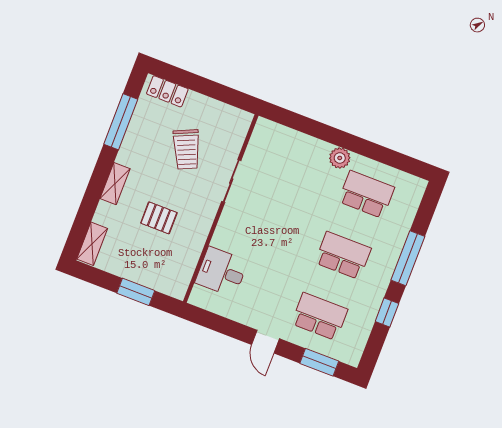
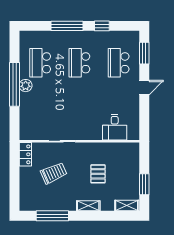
locker: (167, 91) -> (25, 154), moved
window: (348, 141) -> (14, 84), added
window: (136, 292) -> (144, 184), moved

